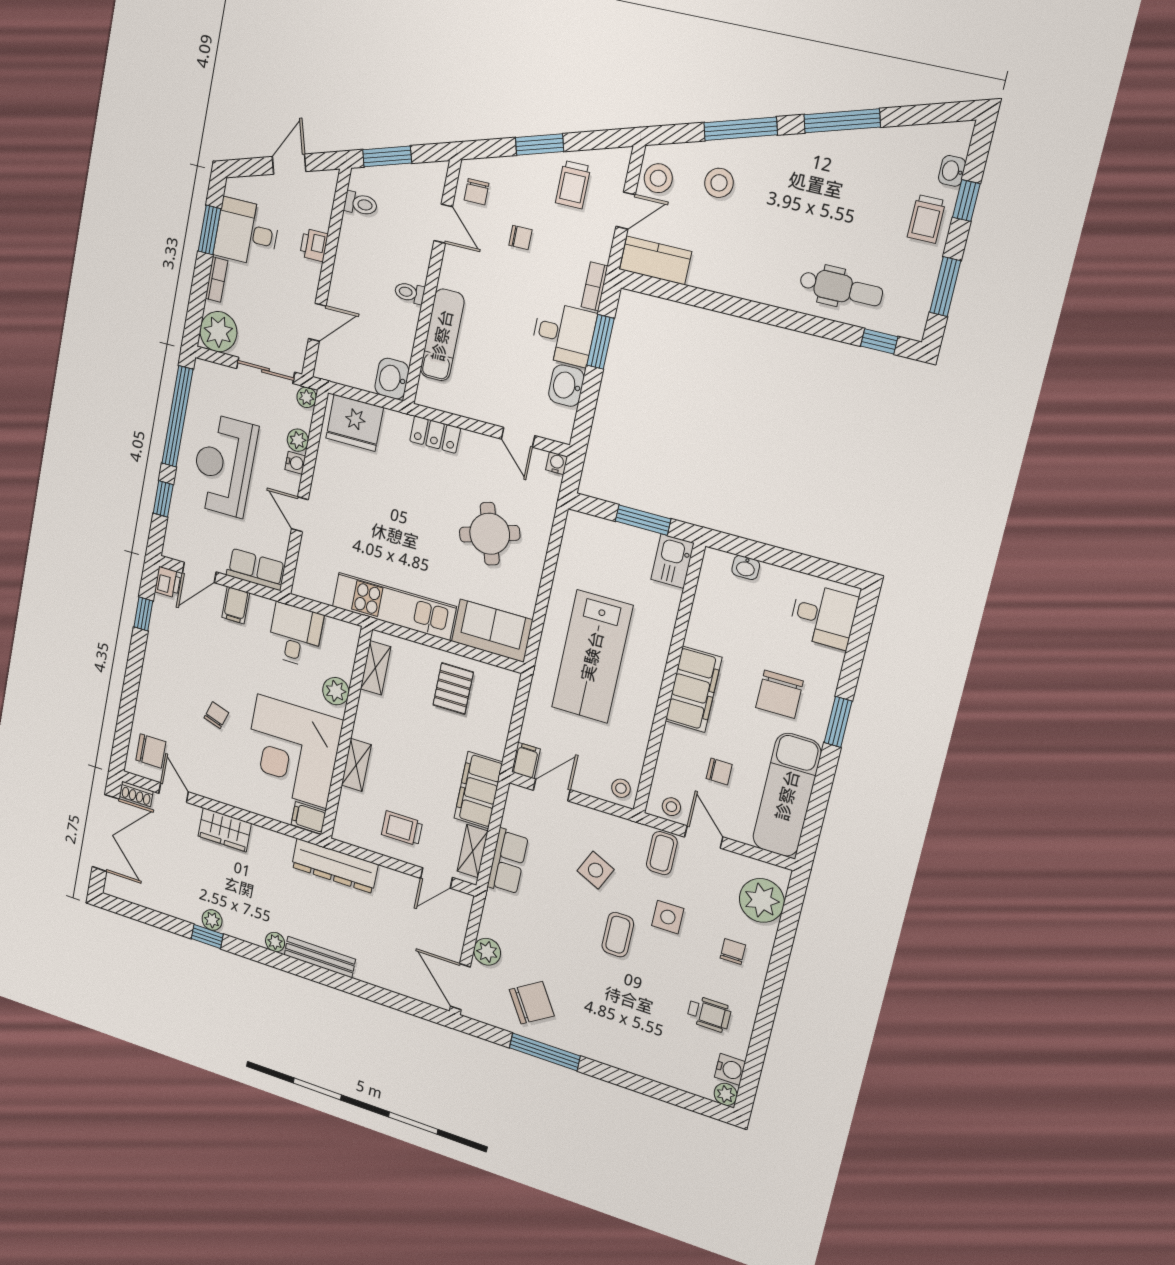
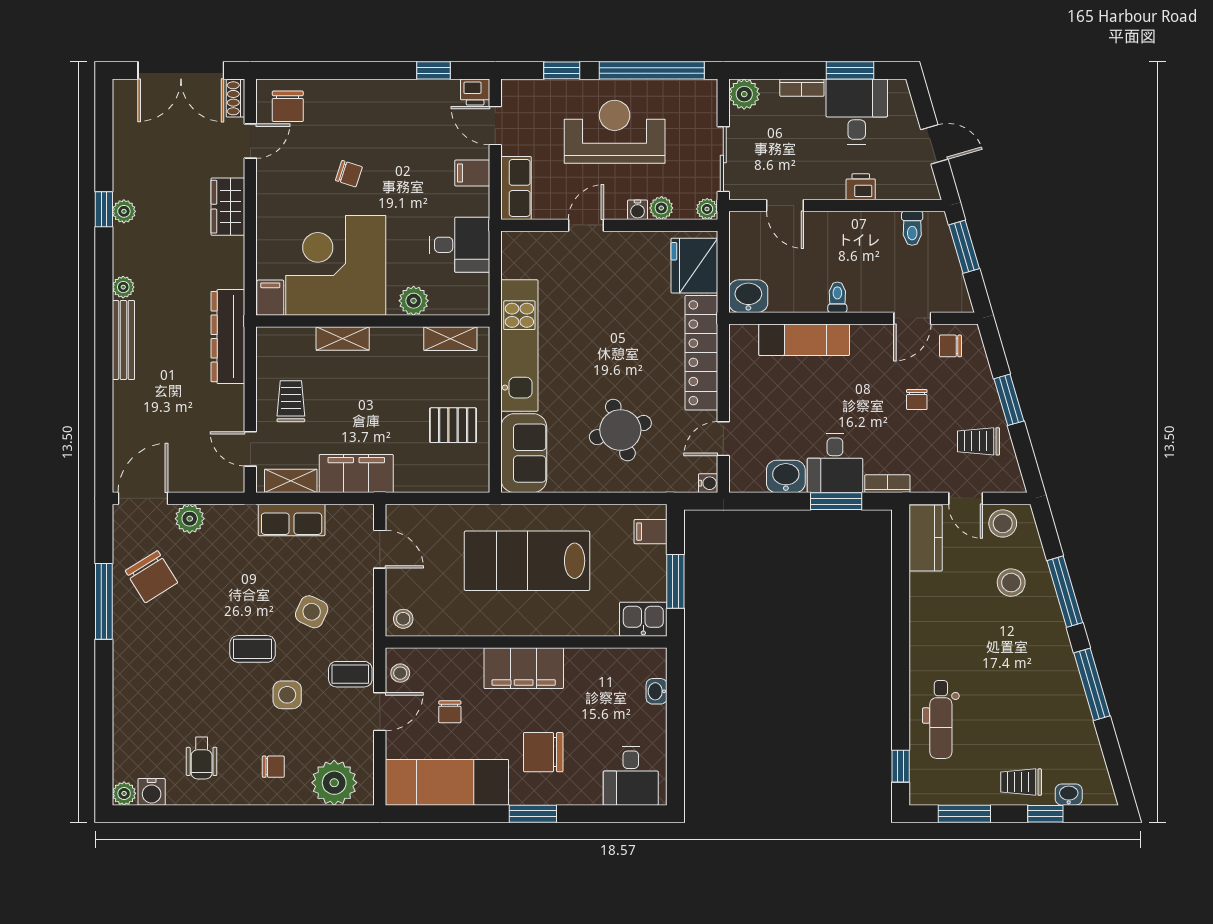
plant: (218, 332) -> (744, 94), width x0.73, depth x0.73
locker: (435, 435) -> (701, 353), width x2.16, depth x1.21
filing cabinet: (526, 761) -> (651, 532), moved, turned 180

